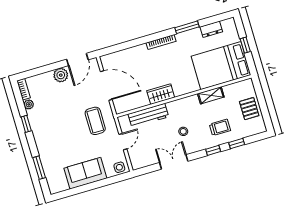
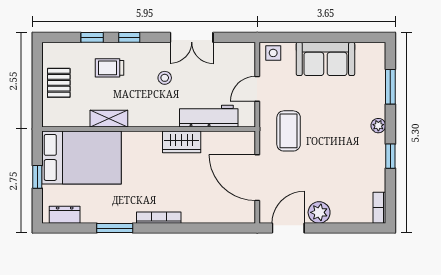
dresser: (211, 29) -> (65, 215), moved
plant: (29, 104) -> (378, 126), moved

